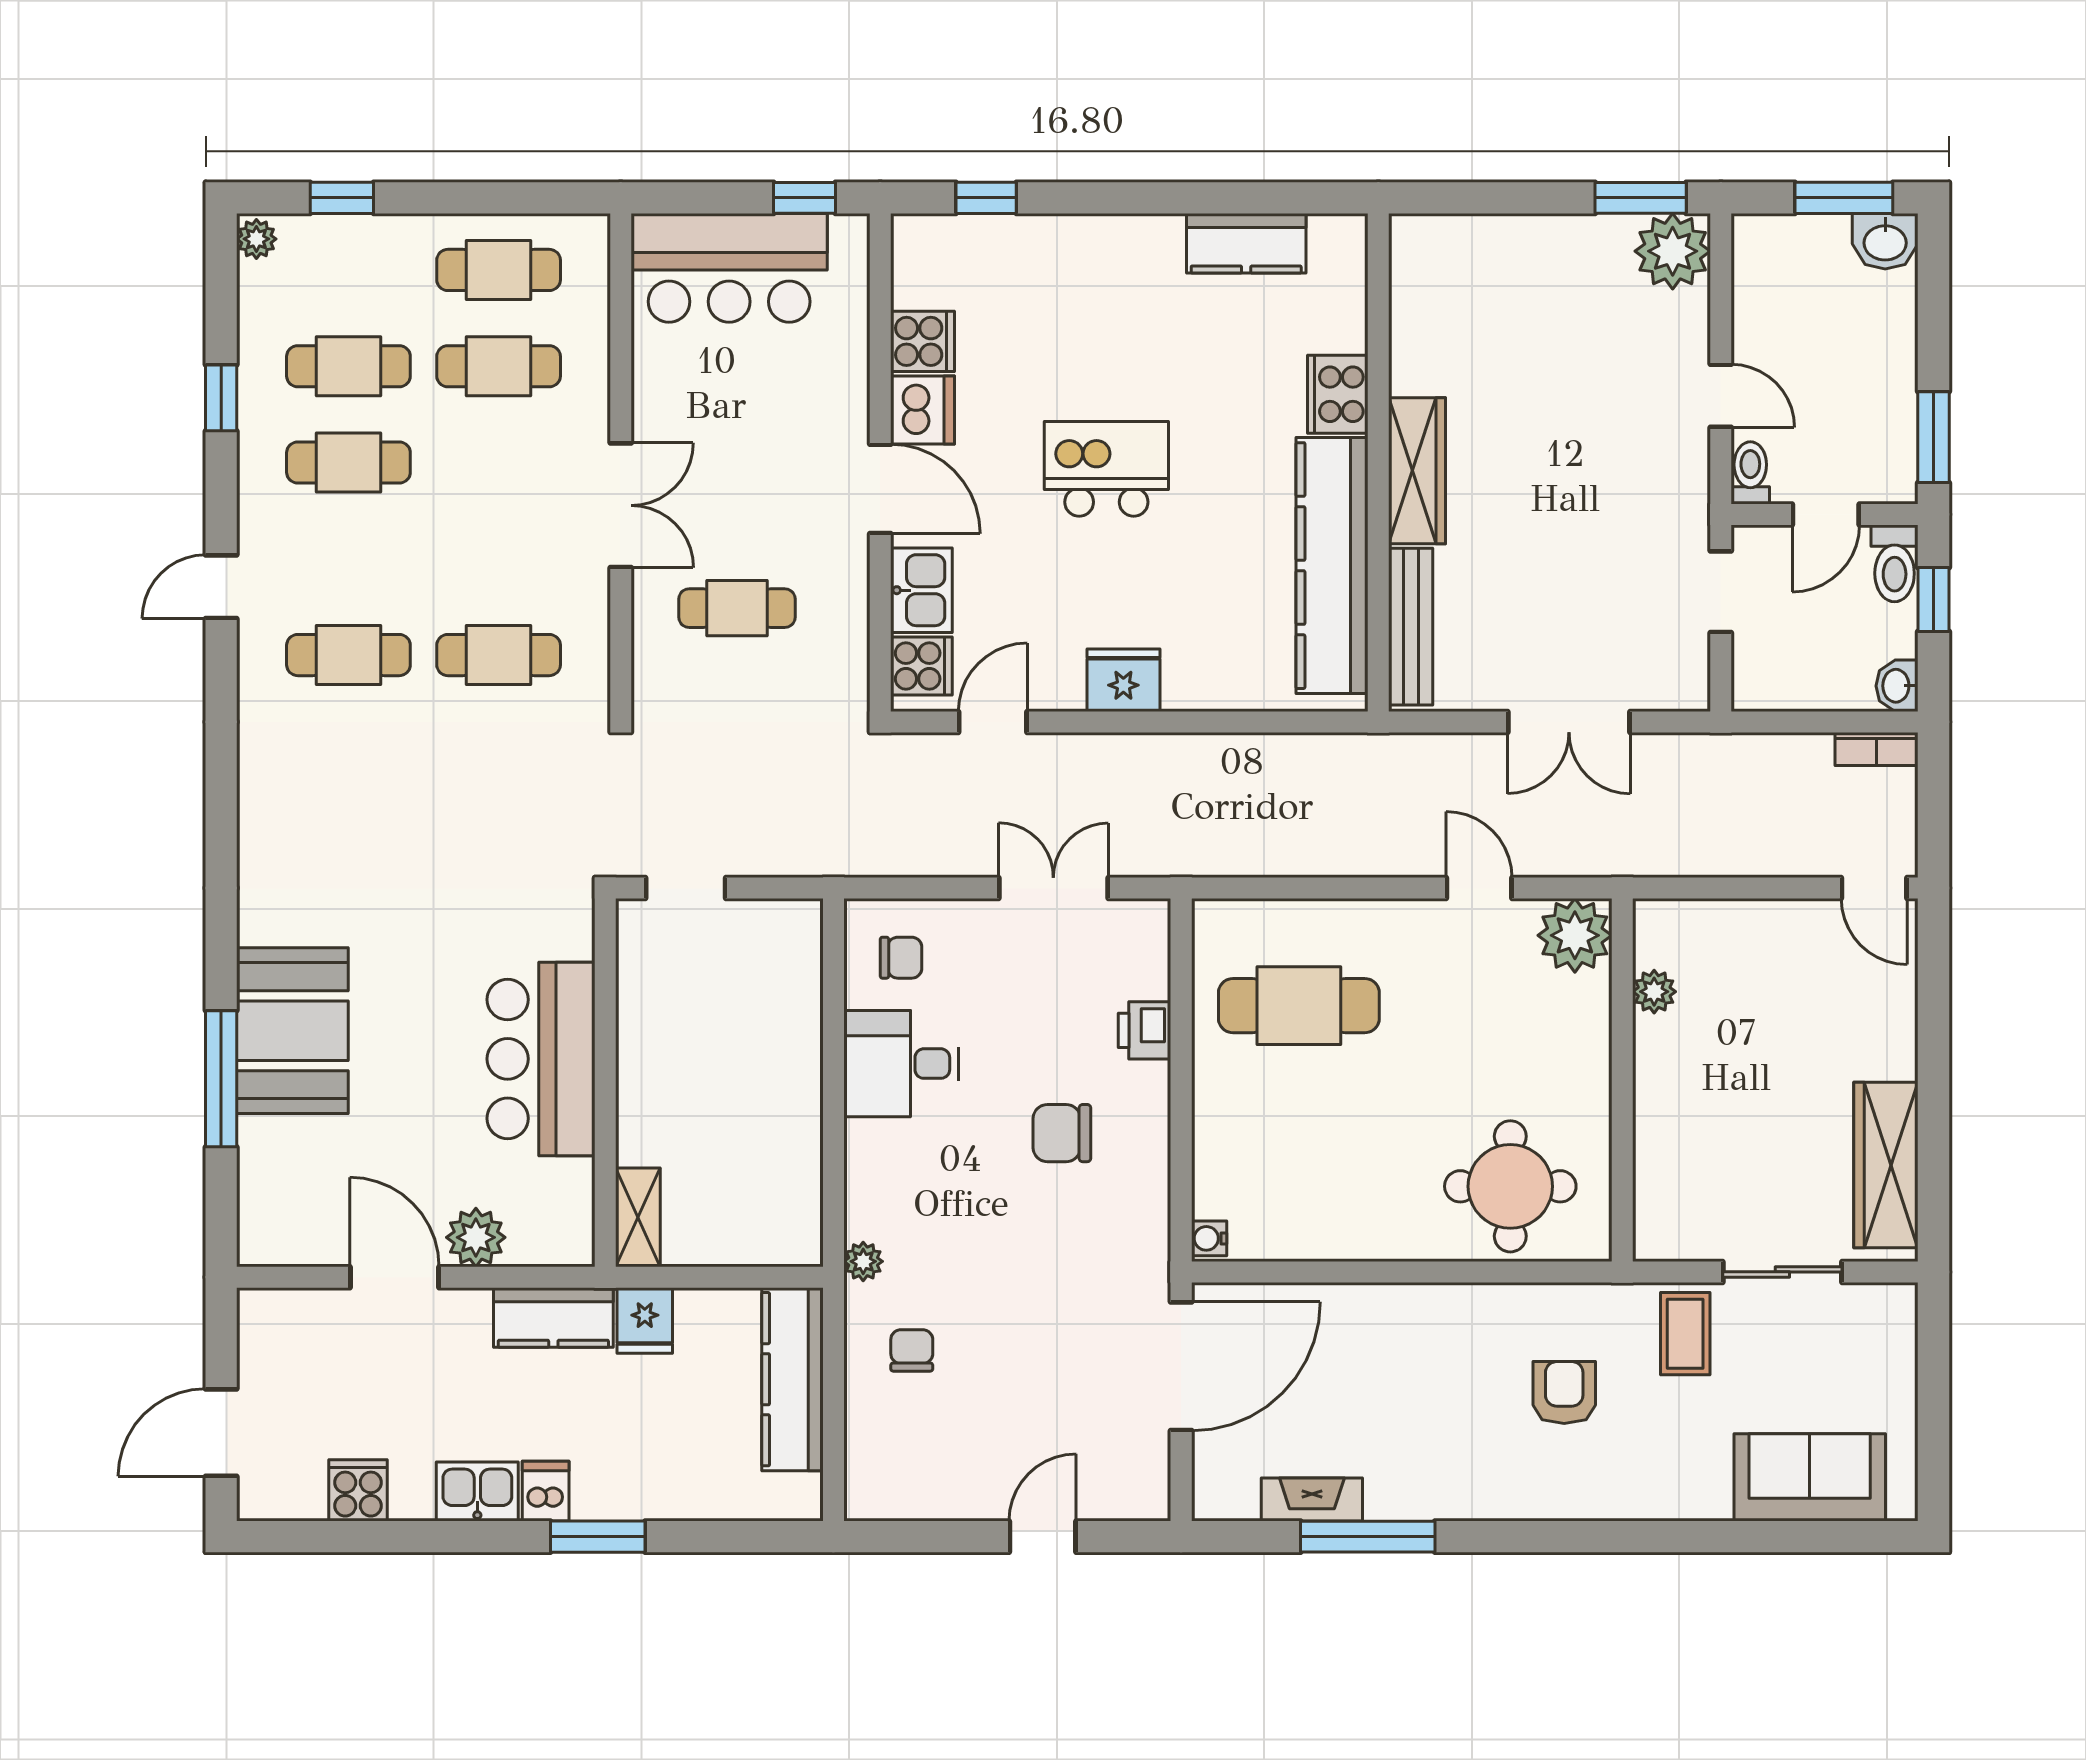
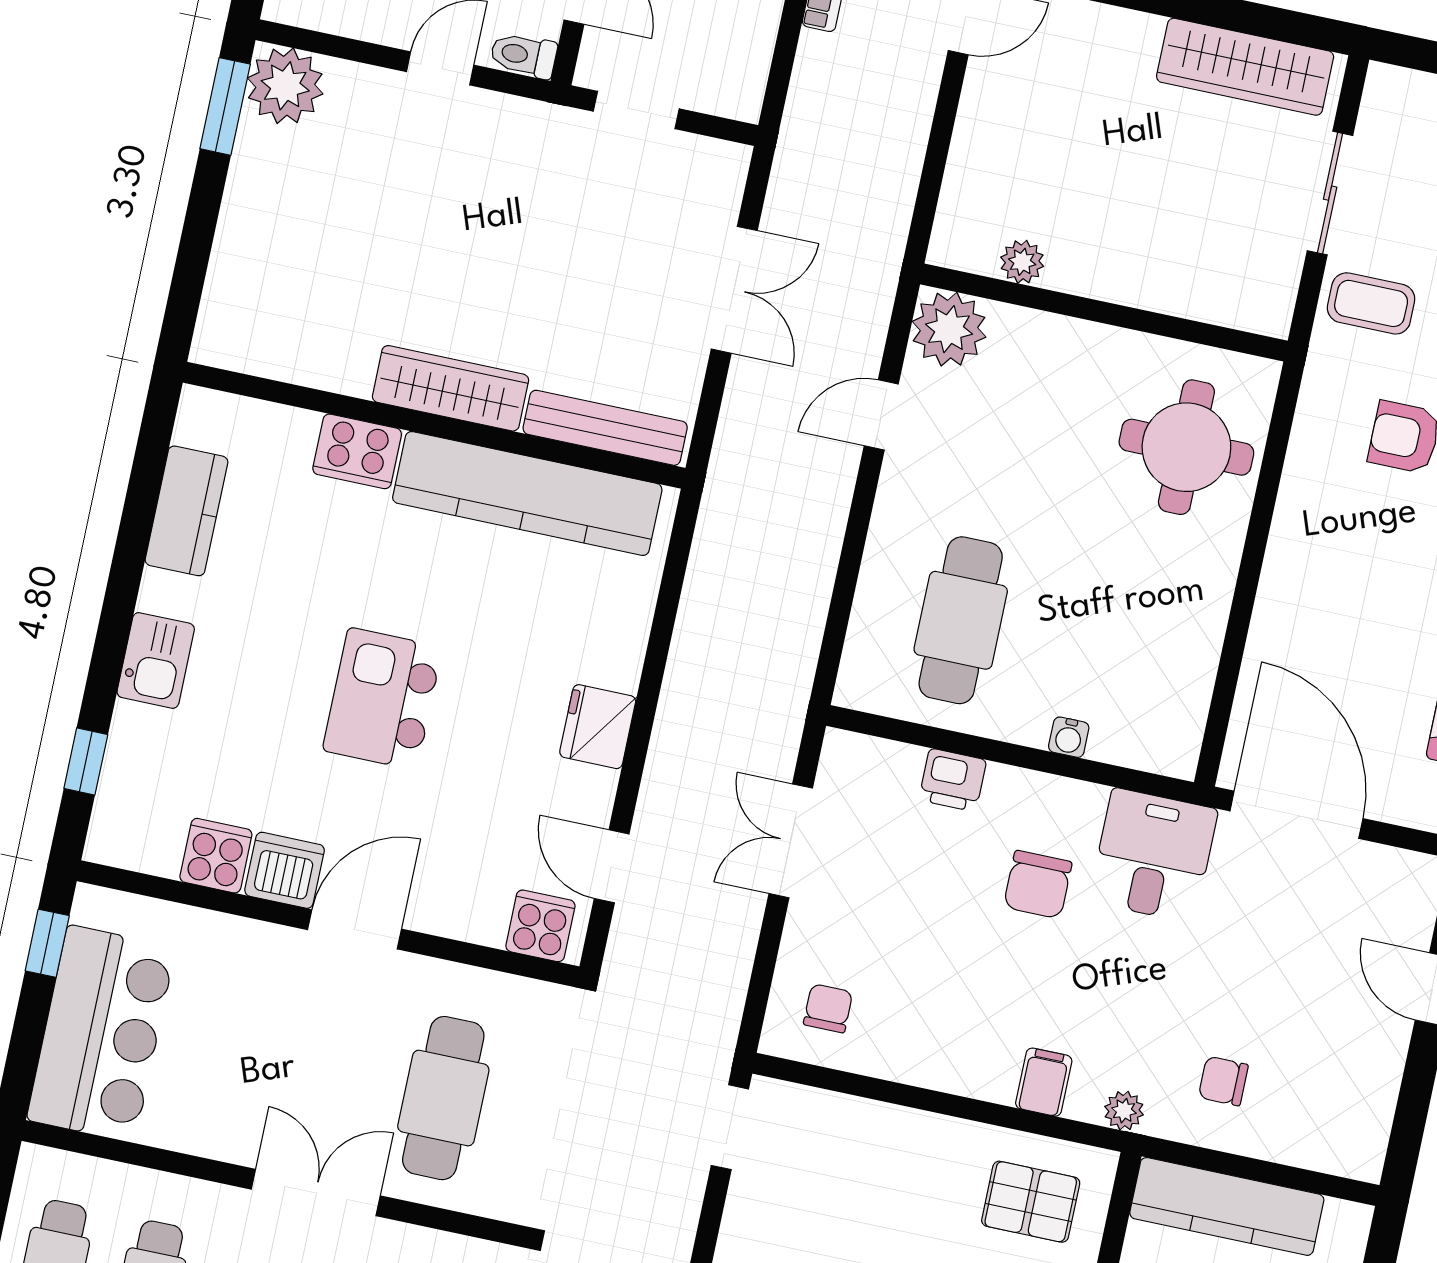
kitchen sink: (921, 590) -> (156, 660), moved, turned 90
cafe table: (737, 608) -> (443, 1098), width x1.37, depth x1.35
doorway: (686, 888) -> (730, 1127), moved
desk: (901, 1064) -> (1153, 855), moved, turned 180
filing cabinet: (874, 1179) -> (1044, 1082), added
pallet: (757, 1191) -> (1031, 1202), added
water cooler: (1209, 1238) -> (1069, 737), moved

